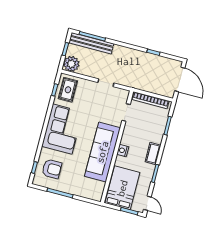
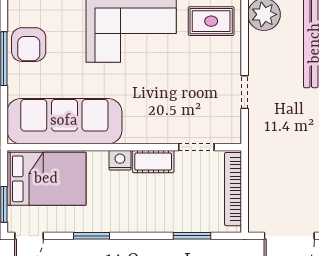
sofa: (102, 152) -> (64, 121), moved
cot: (153, 154) -> (153, 162), moved
armchair: (52, 169) -> (29, 45), moved

